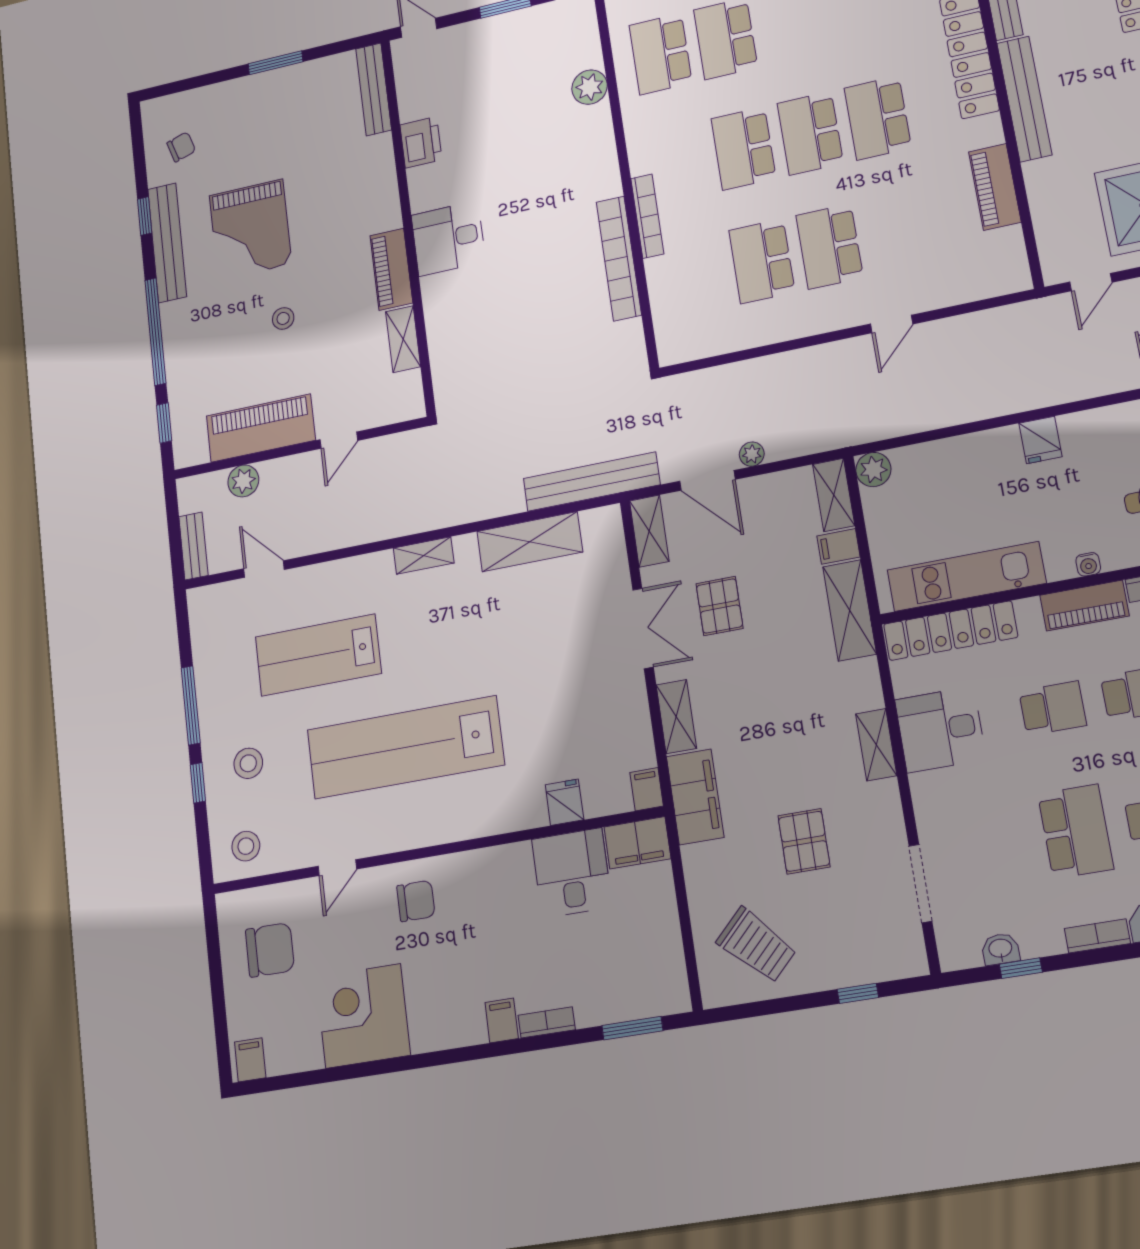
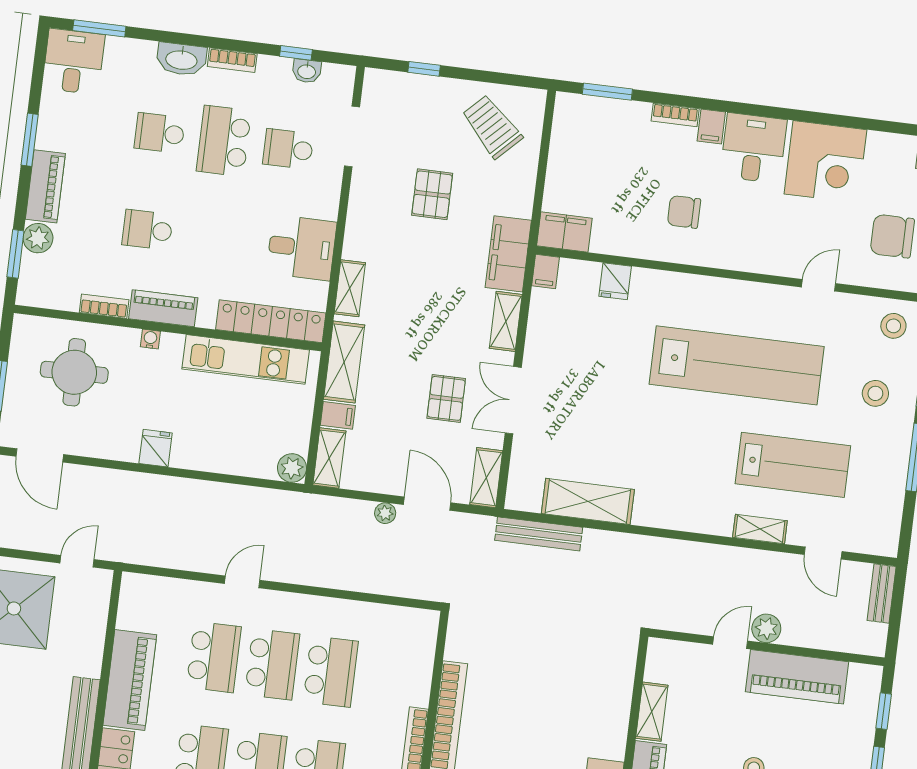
piano: (995, 187) -> (130, 680), width x1.37, depth x1.33
school desk: (898, 232) -> (214, 657), added
plant: (243, 481) -> (766, 628), moved
bench: (592, 482) -> (539, 534), width x0.73, depth x0.82
shelving: (424, 556) -> (760, 529), moved
school desk: (1053, 708) -> (288, 149), moved
shelving: (876, 745) -> (350, 288), moved
desk: (572, 873) -> (753, 148), moved, turned 180
chair: (416, 901) -> (684, 212), moved

